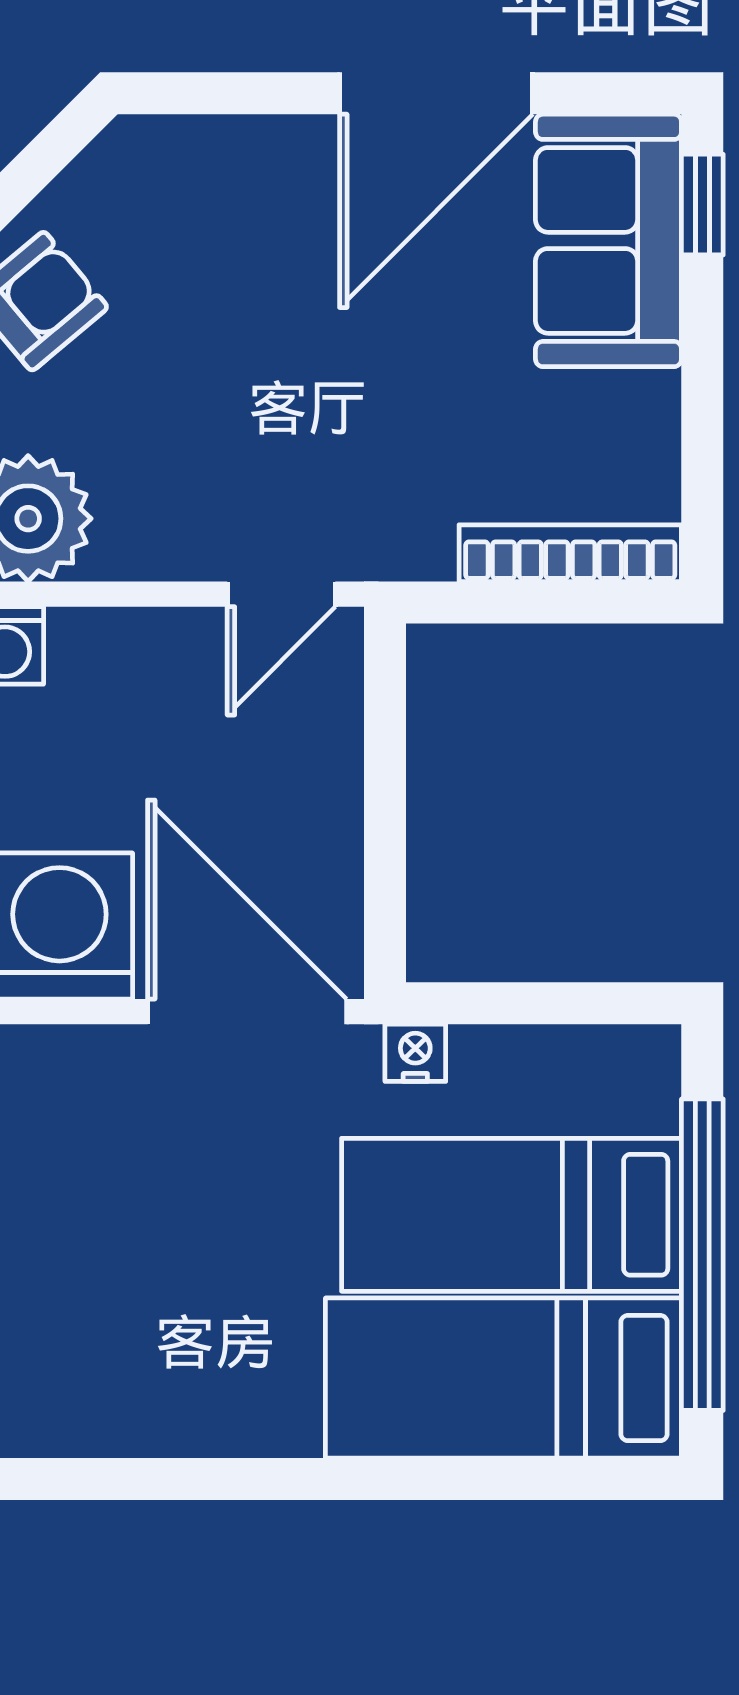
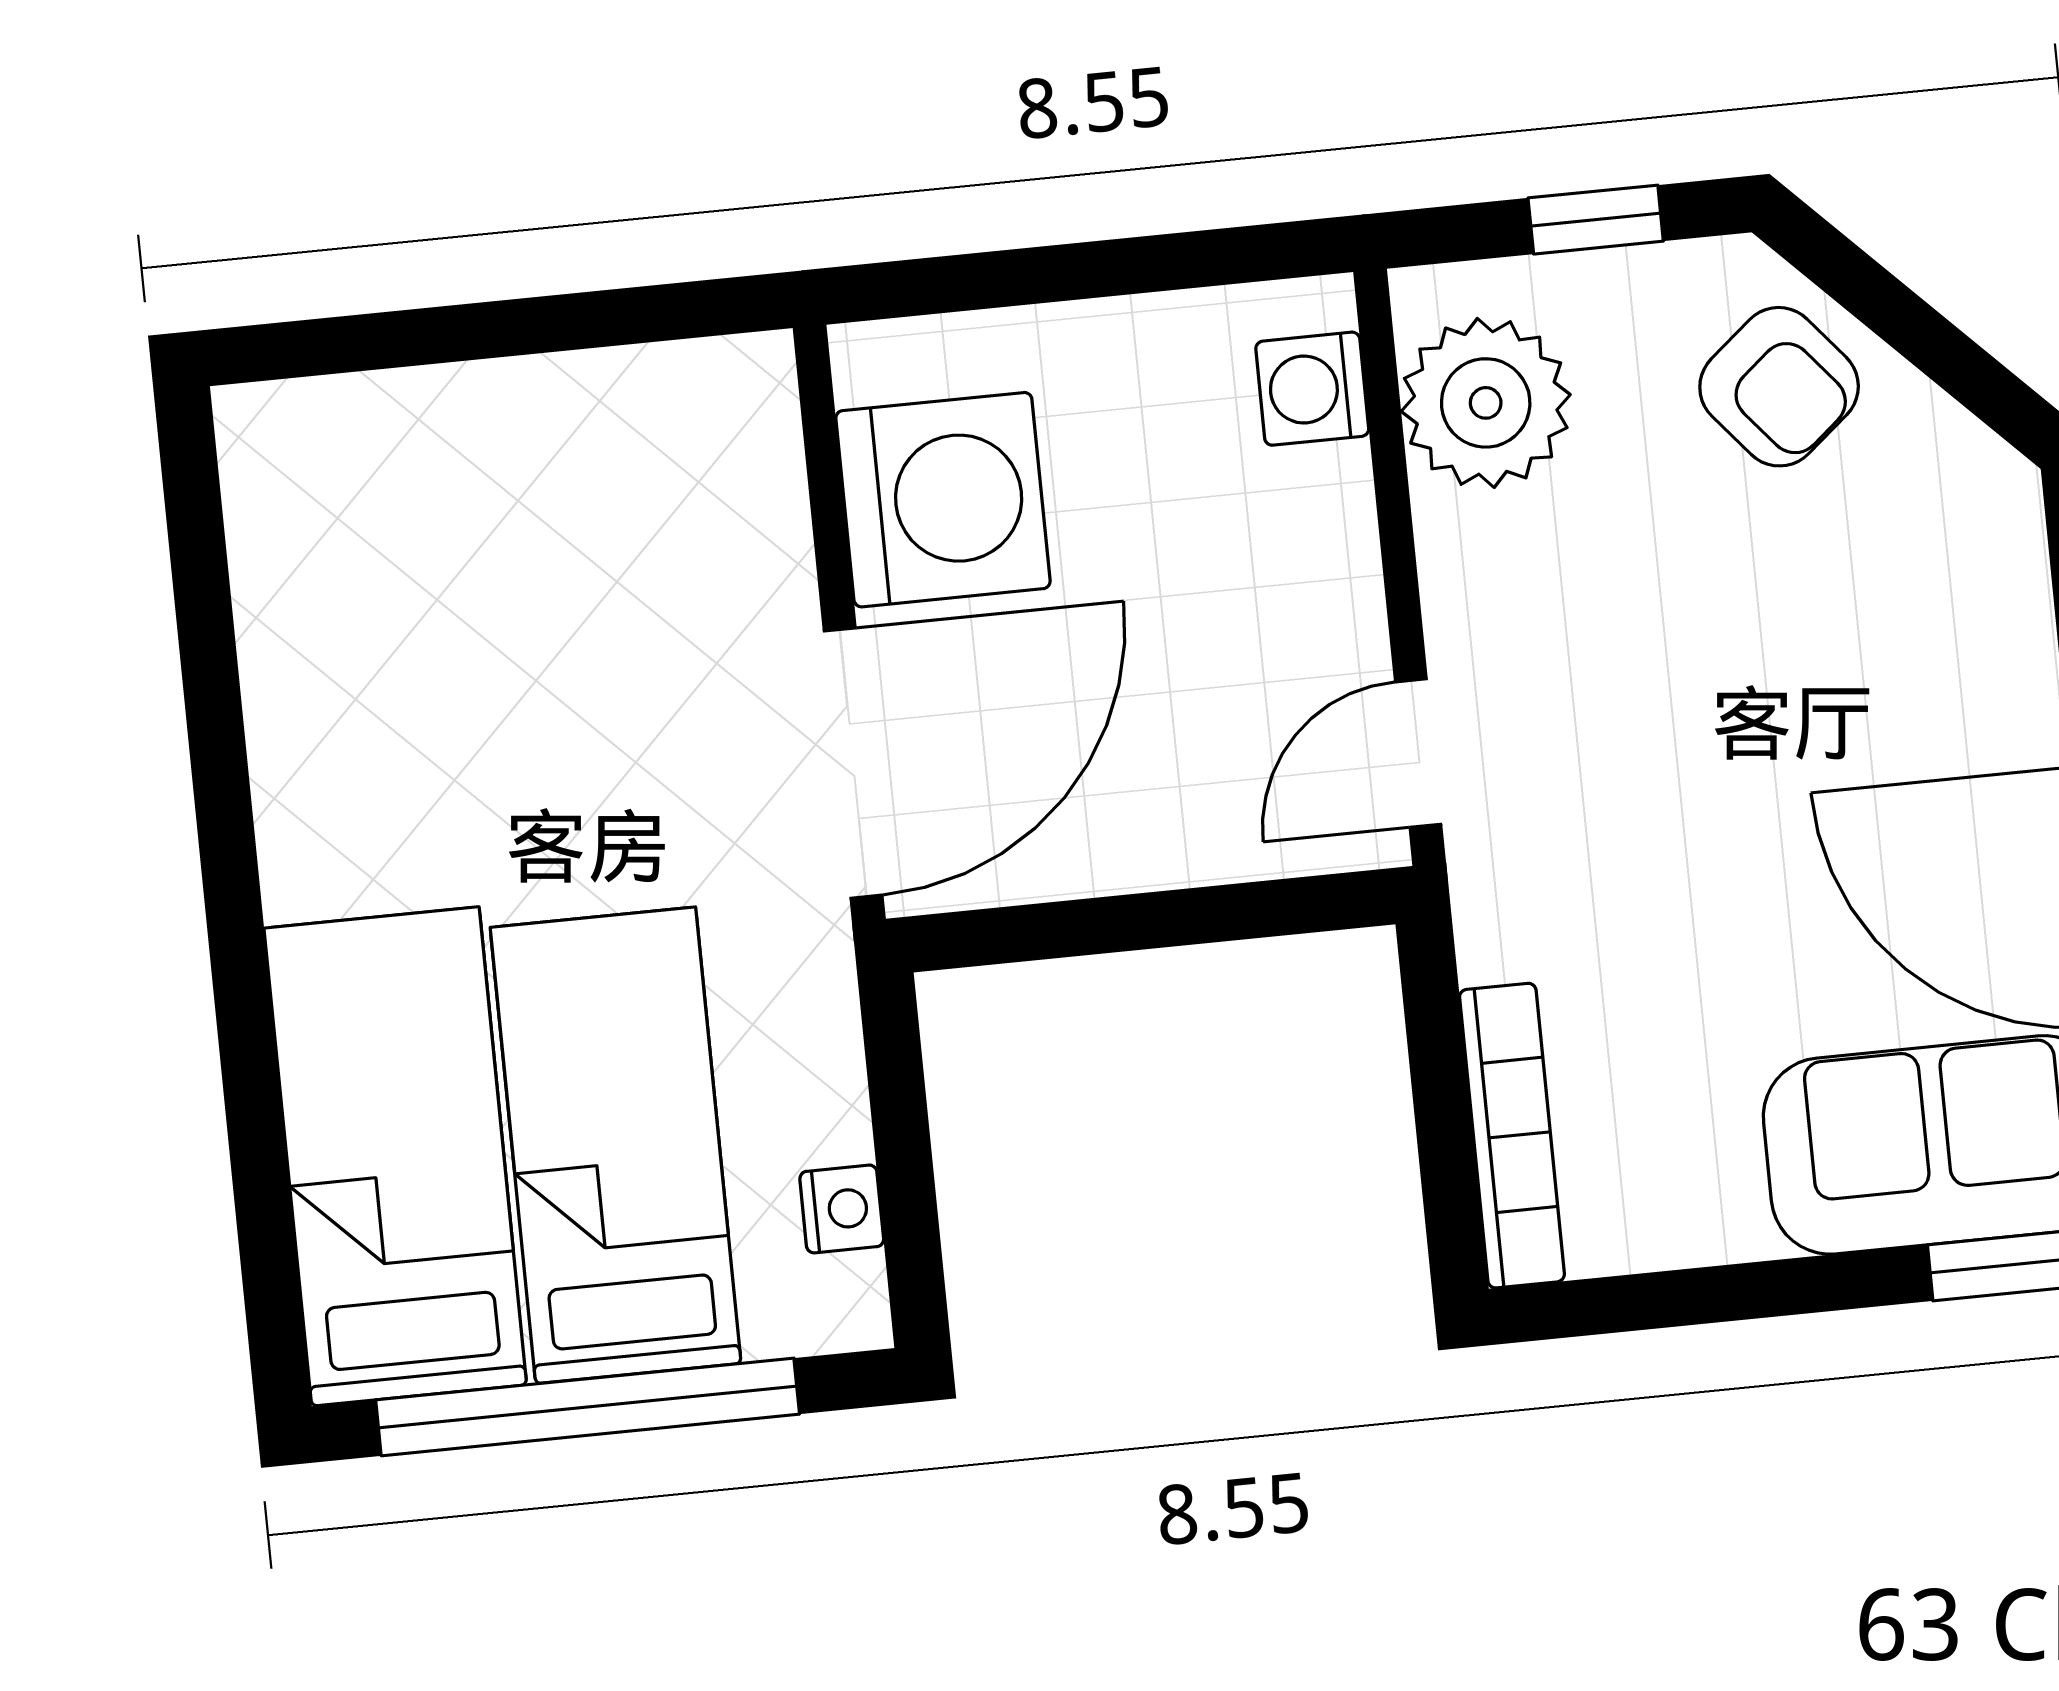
door: (281, 594) -> (1418, 753), hinge flipped
nightstand: (415, 1053) -> (842, 1209), moved

